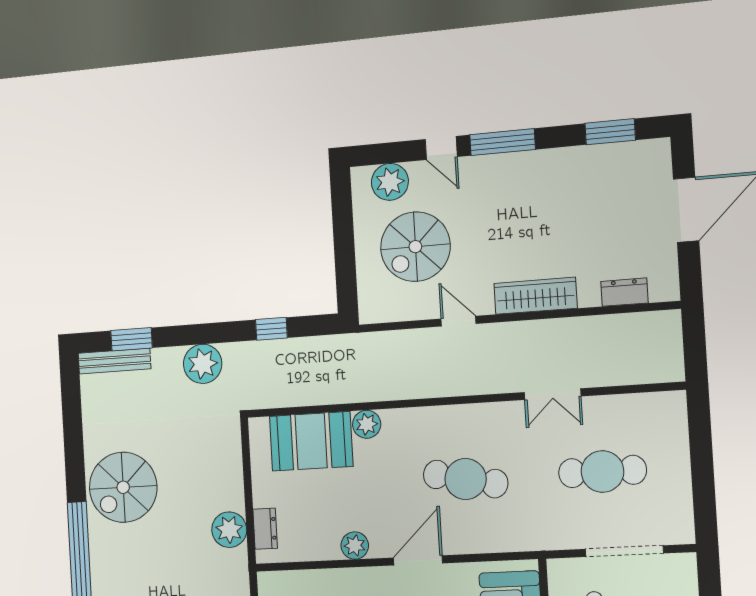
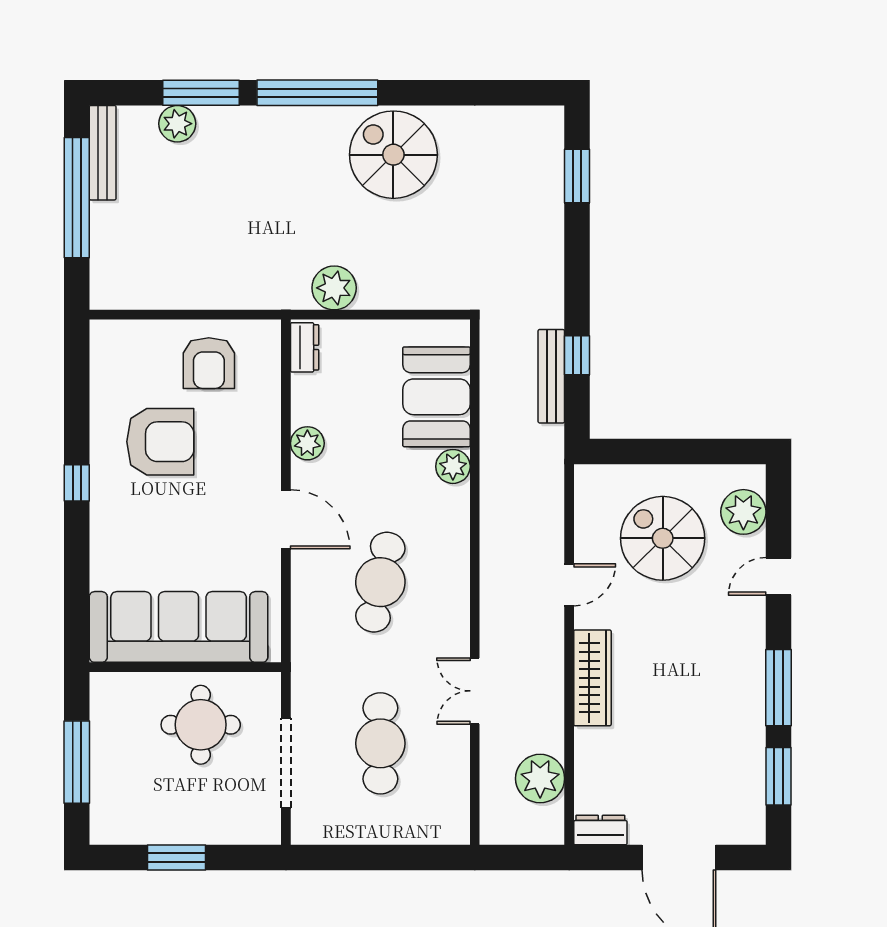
window: (503, 142) -> (778, 688), moved
dresser: (624, 292) -> (600, 830), moved, turned -90
bench: (114, 361) -> (551, 376), moved
plant: (203, 364) -> (540, 779), moved
dresser: (265, 529) -> (305, 347), moved, turned -90

